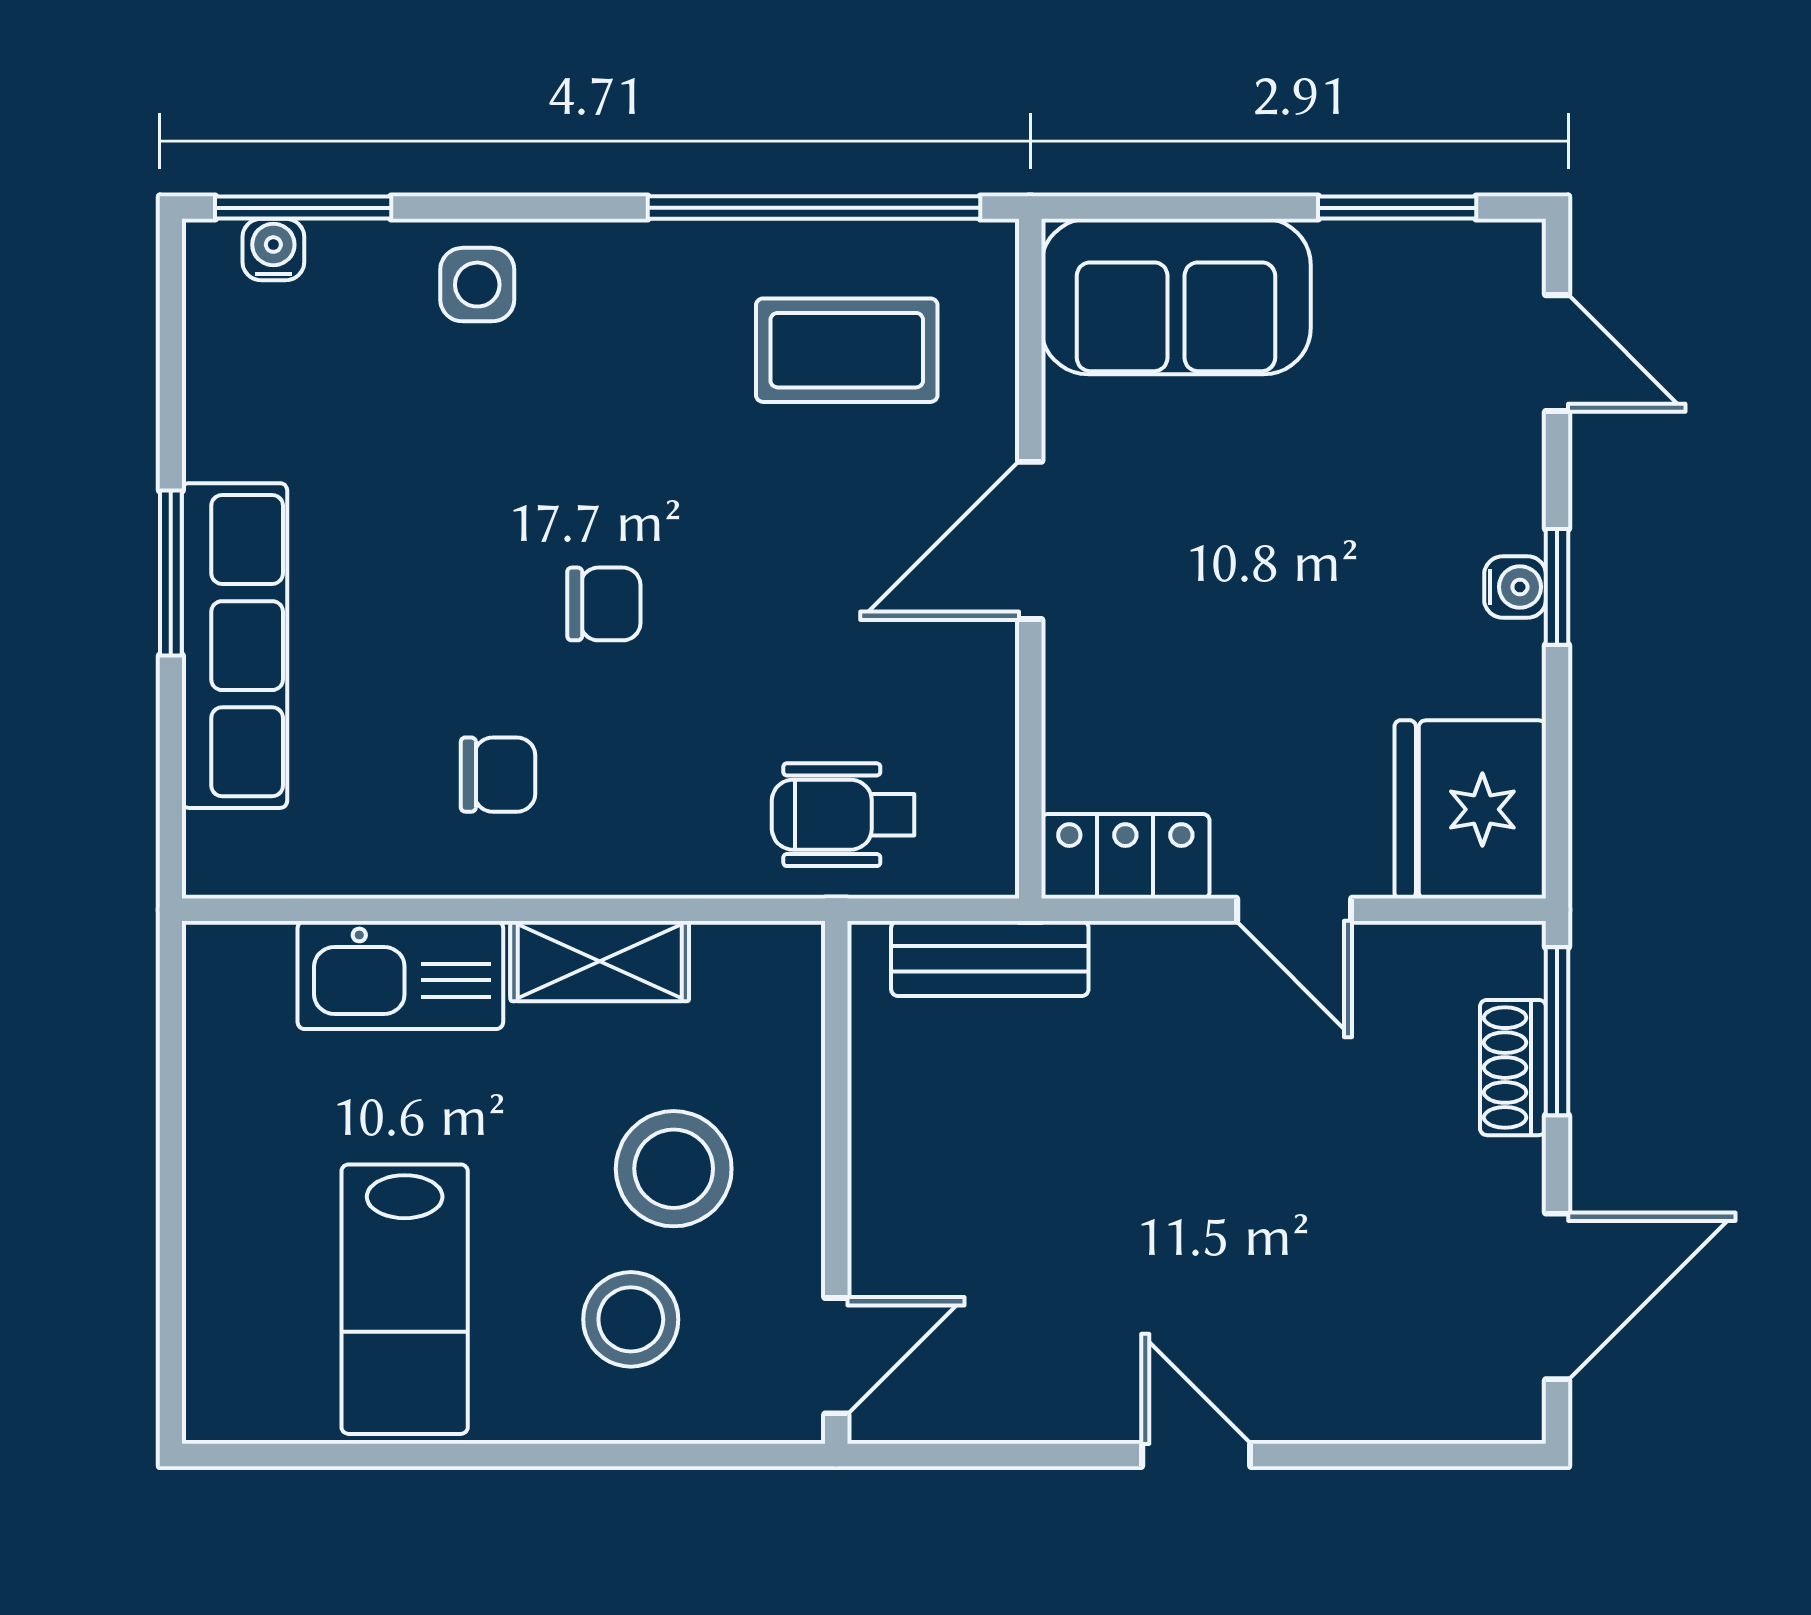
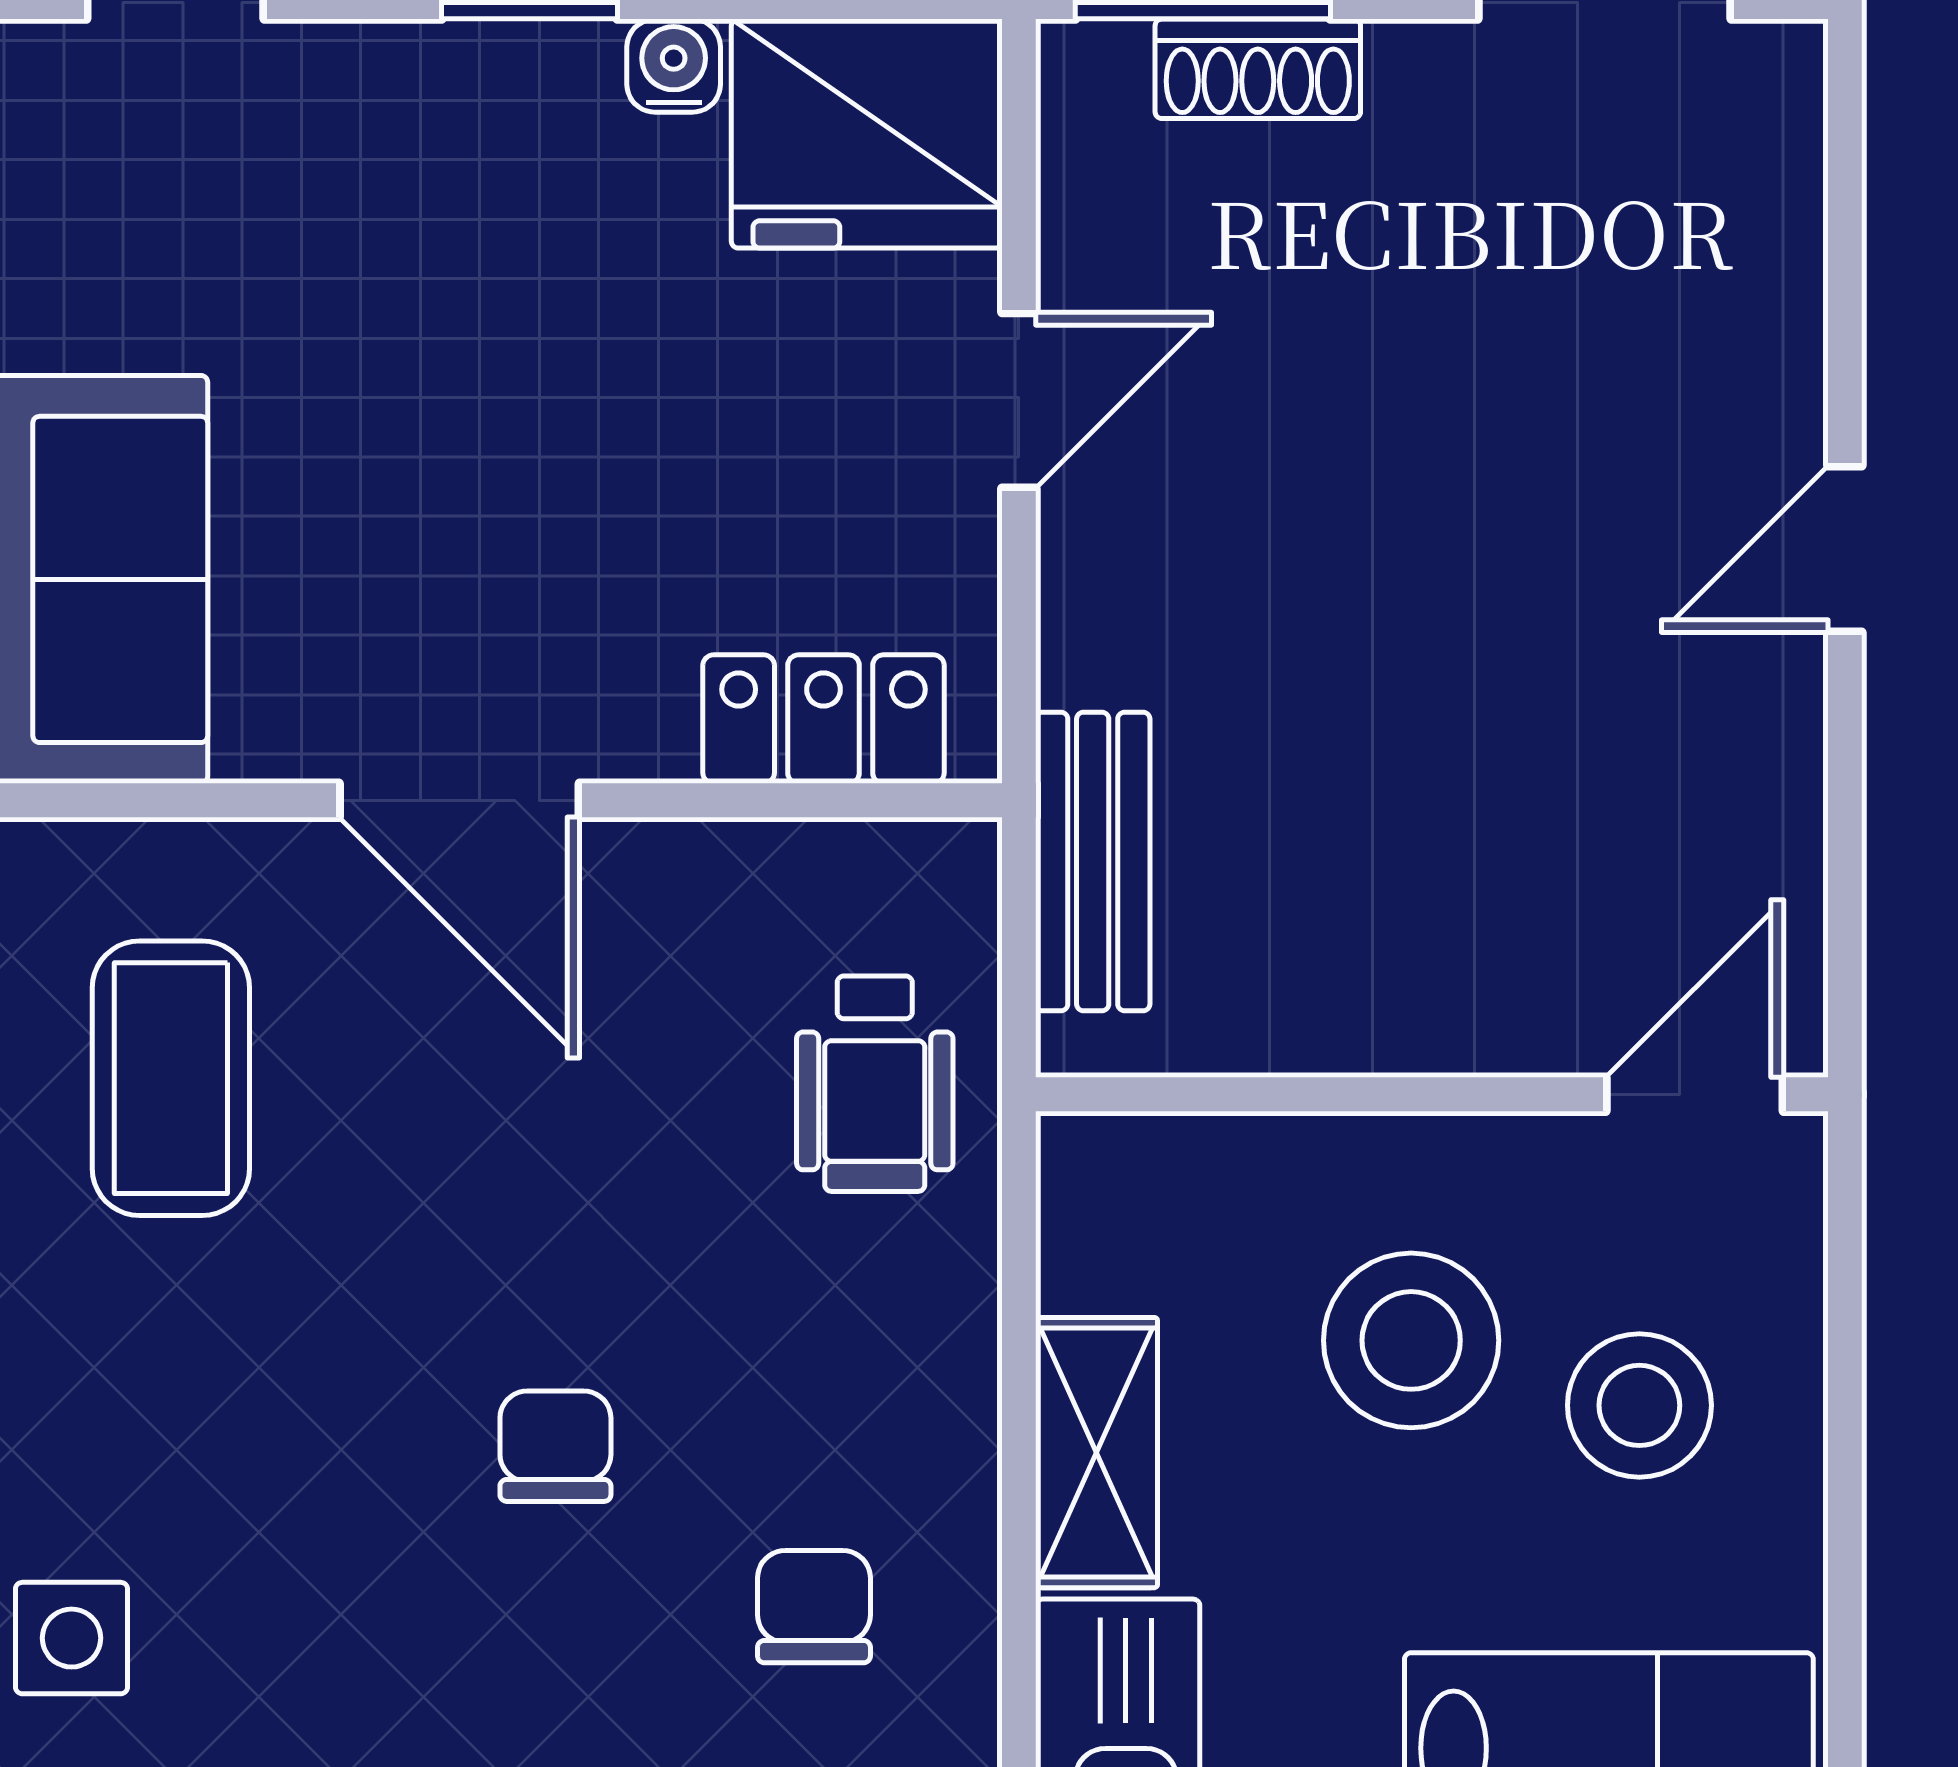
water cooler: (1515, 587) -> (674, 66), moved
locker: (1125, 856) -> (824, 719), moved, turned 90
door: (836, 1356) -> (1695, 1094), hinge flipped

